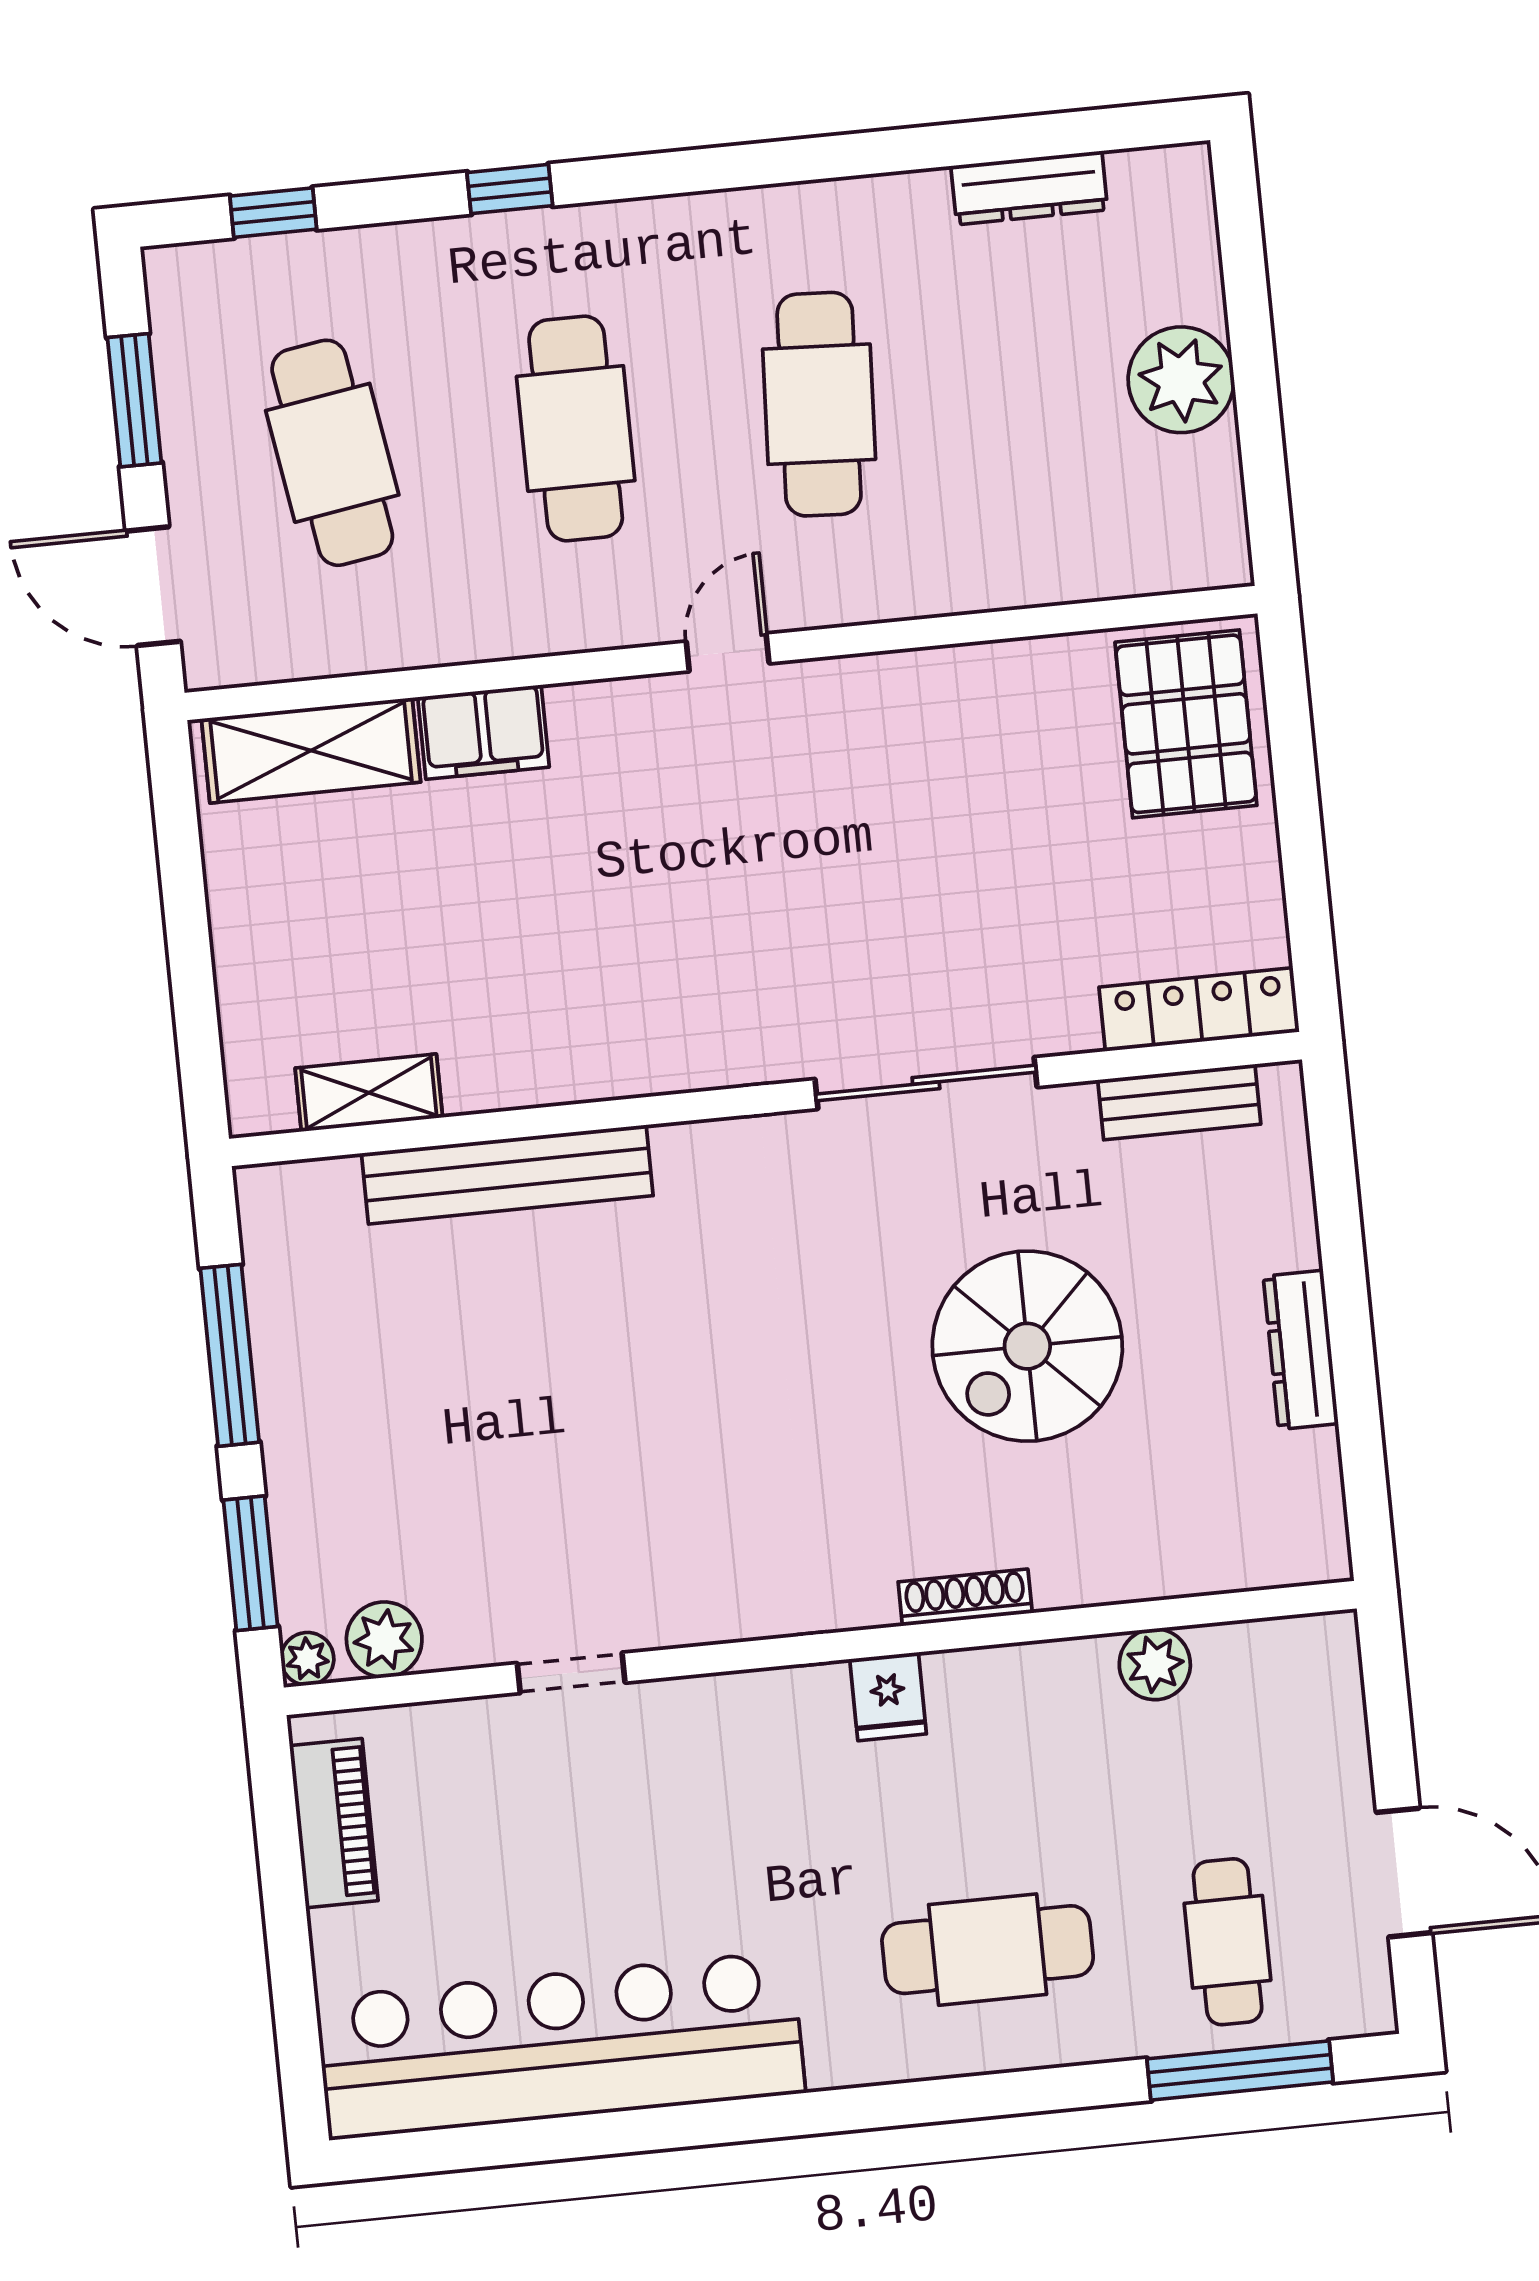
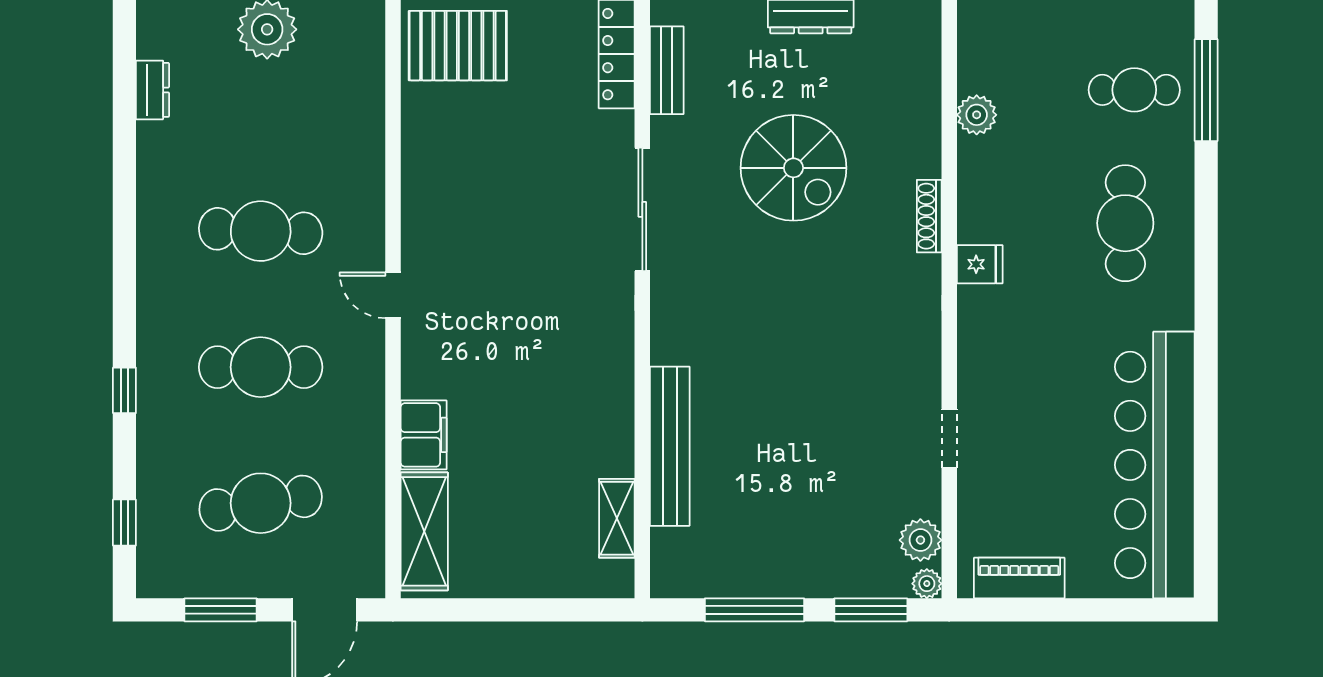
dresser: (1029, 188) -> (152, 90), width x0.70

